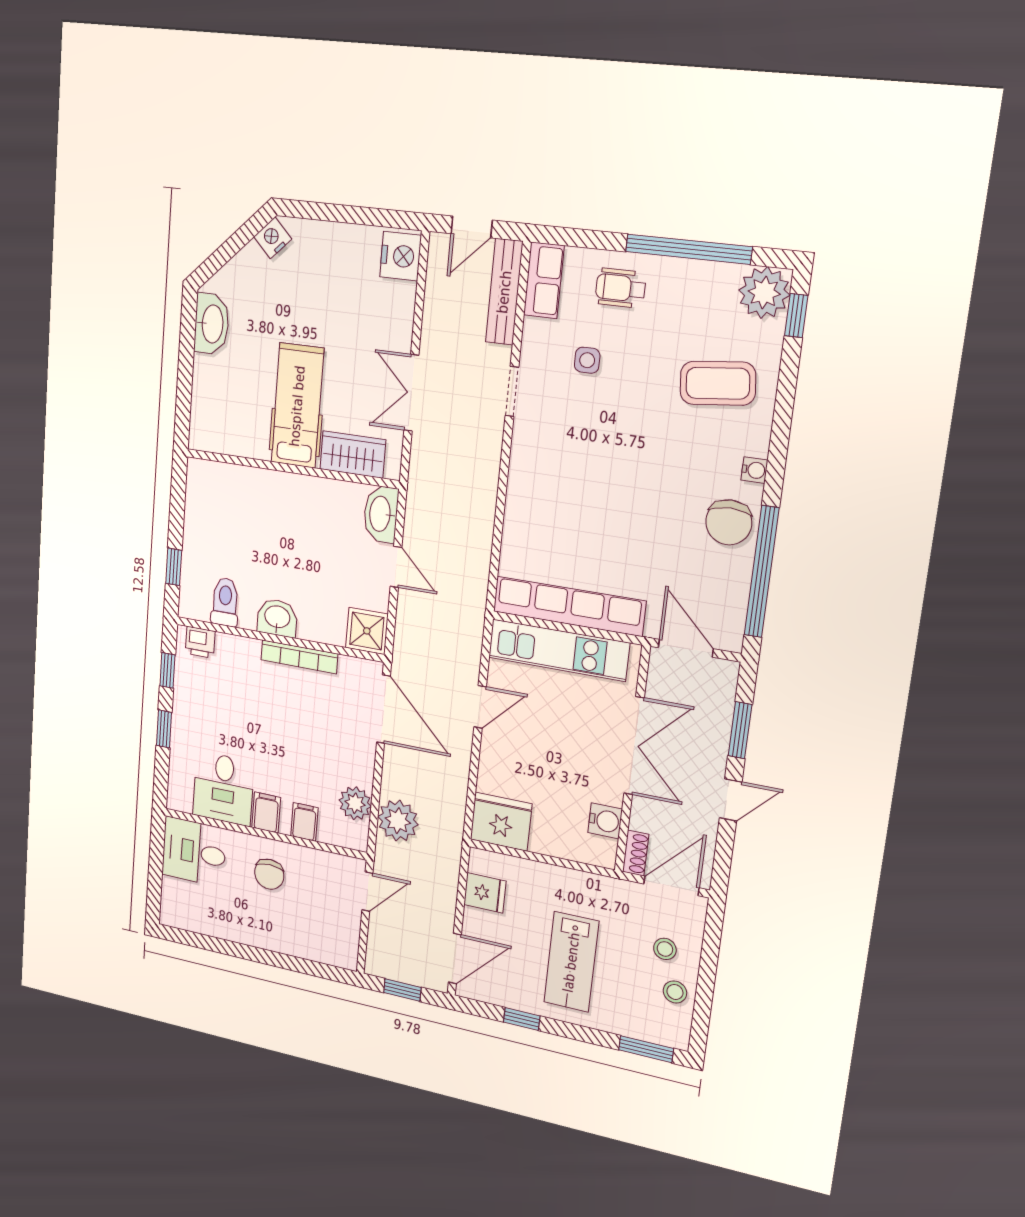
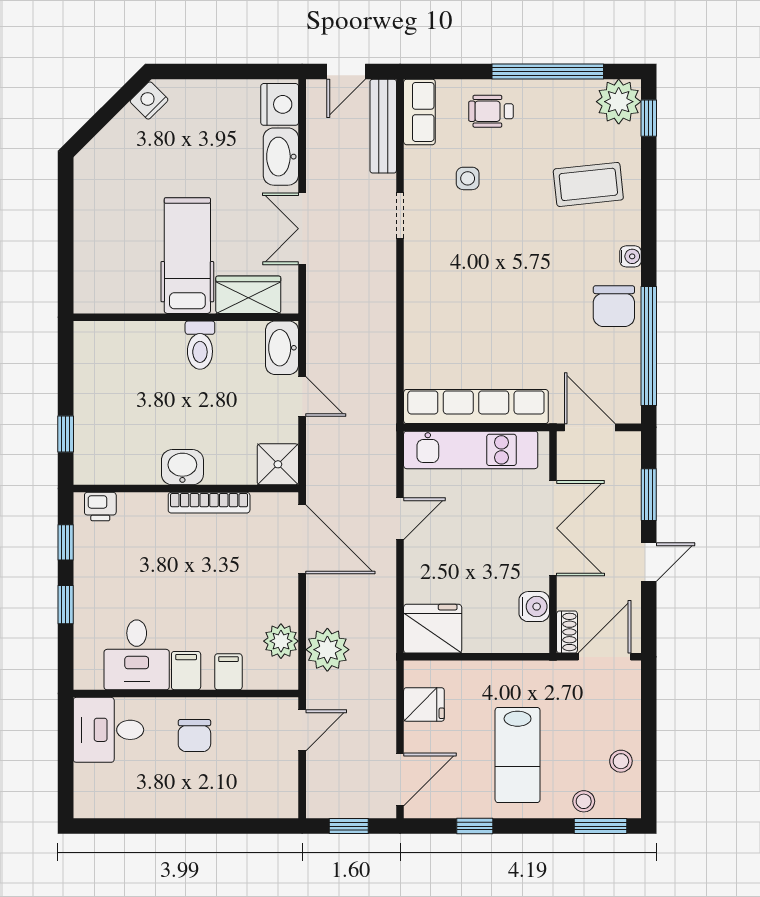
washbasin: (212, 324) -> (281, 157), moved, turned 180
toilet: (225, 602) -> (200, 345), moved, turned 180
stool: (665, 949) -> (584, 801), moved

